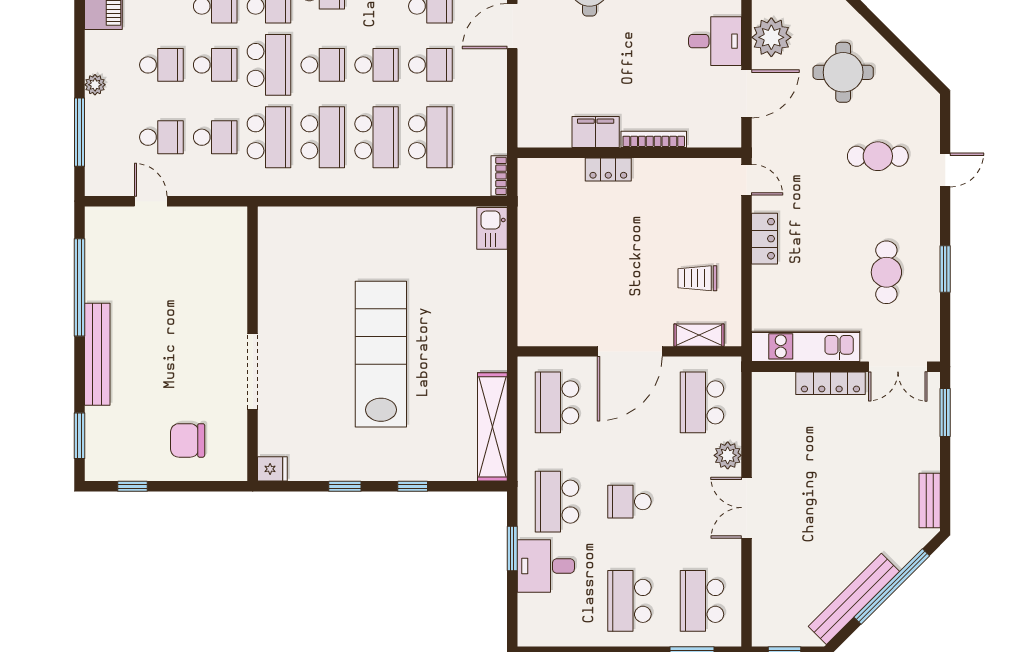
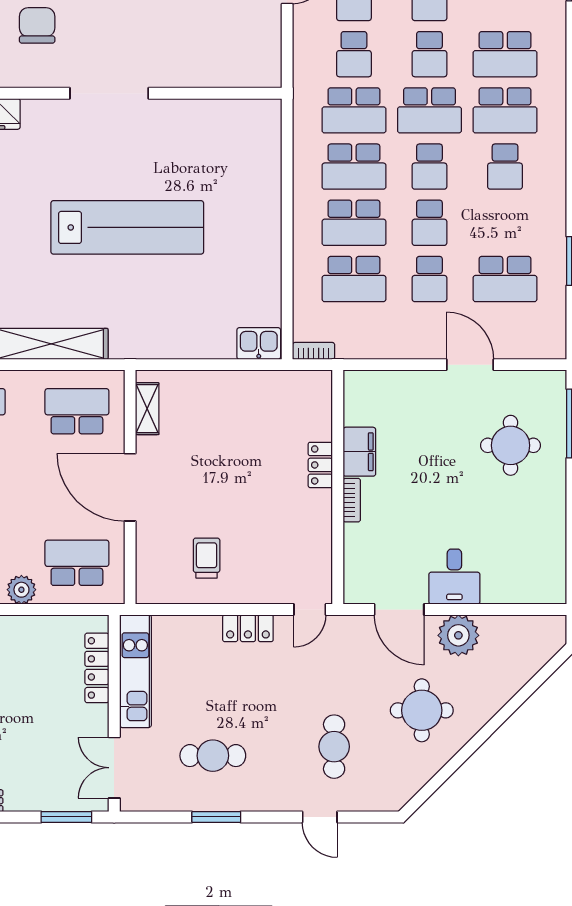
bookcase: (654, 139) -> (352, 500), width x0.64
shelving: (699, 335) -> (147, 409), moved
locker: (830, 383) -> (97, 668), moved

